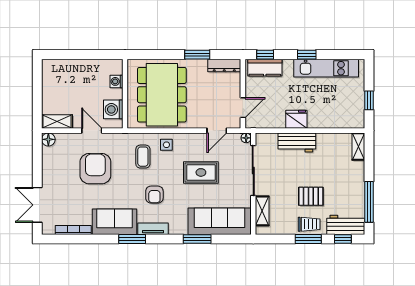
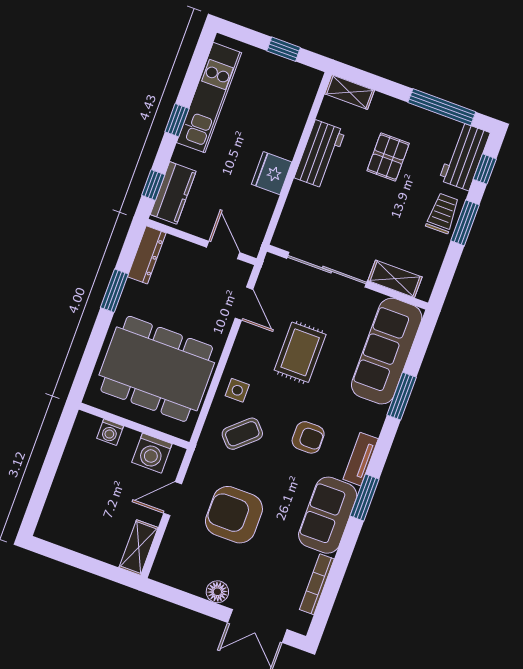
floor lamp: (246, 138) -> (272, 262), removed
floor lamp: (48, 139) -> (217, 592), moved
workbench: (297, 142) -> (320, 154), moved
coffee table: (143, 157) -> (242, 434), turned -42
pallet: (311, 196) -> (388, 157), moved

